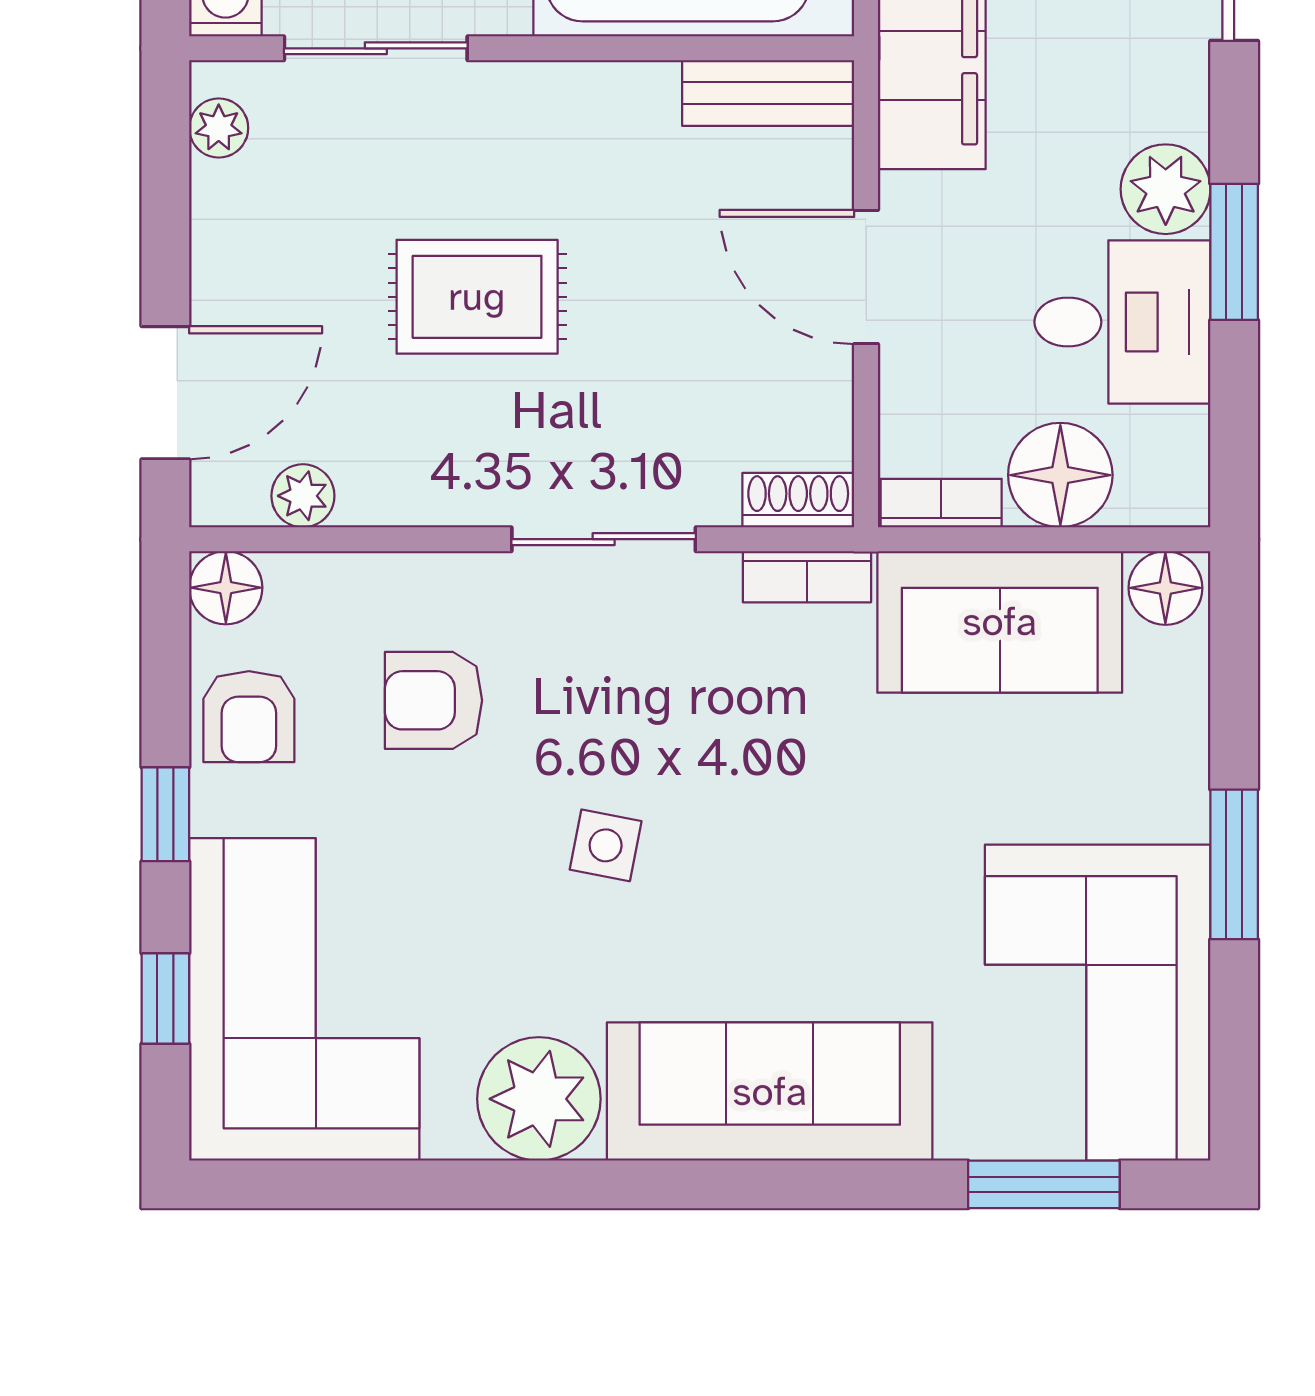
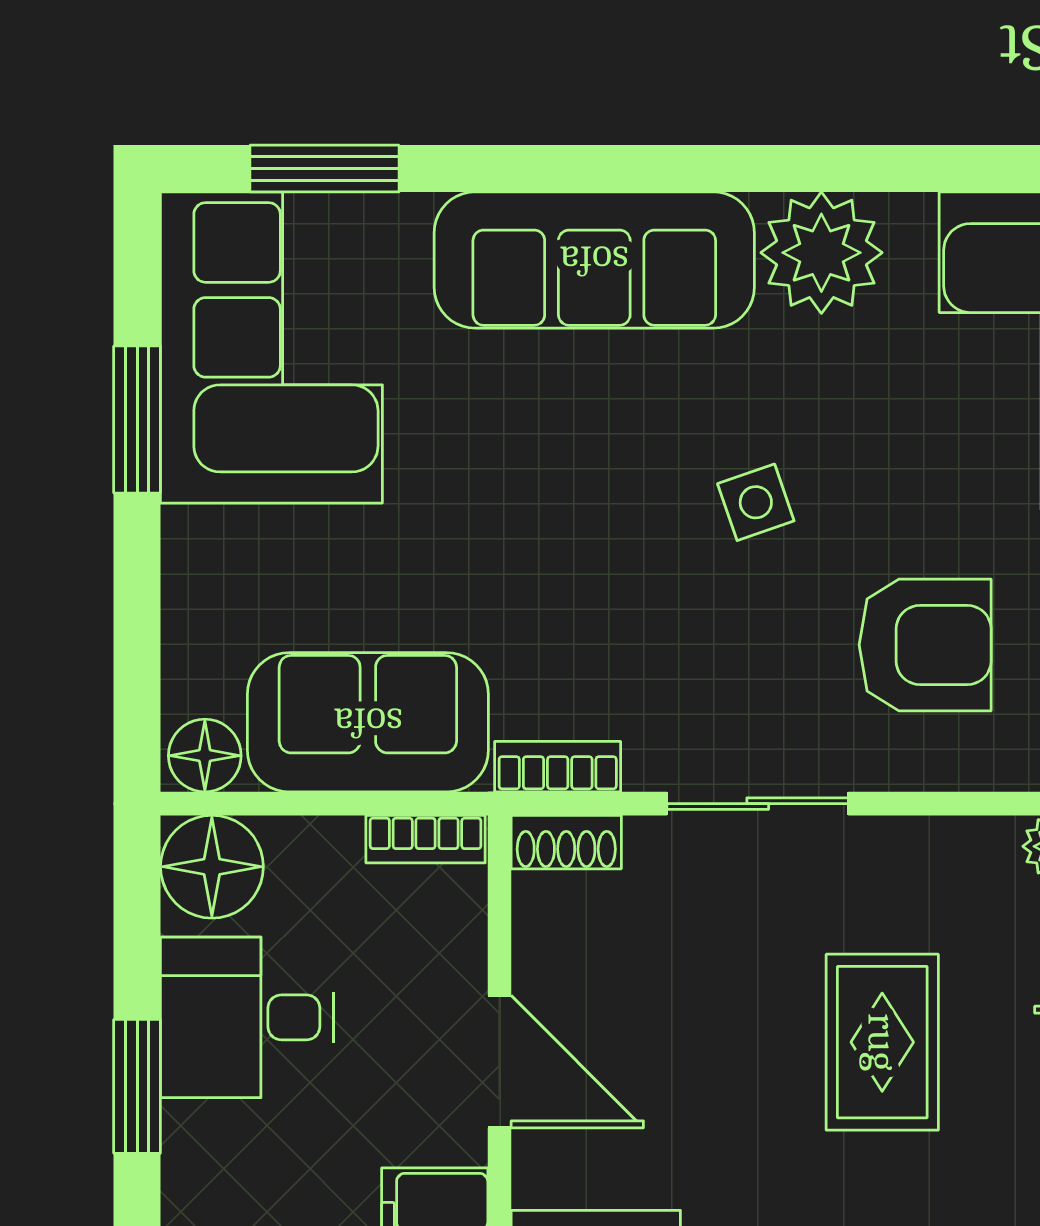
plant: (1166, 189) -> (205, 1148), removed
rug: (477, 297) -> (882, 1042), turned 90
floor lamp: (1060, 475) -> (212, 867), moved
armchair: (434, 700) -> (925, 645), width x1.38, depth x1.38
side table: (606, 845) -> (756, 502), turned -30
window: (1234, 864) -> (137, 419), moved

